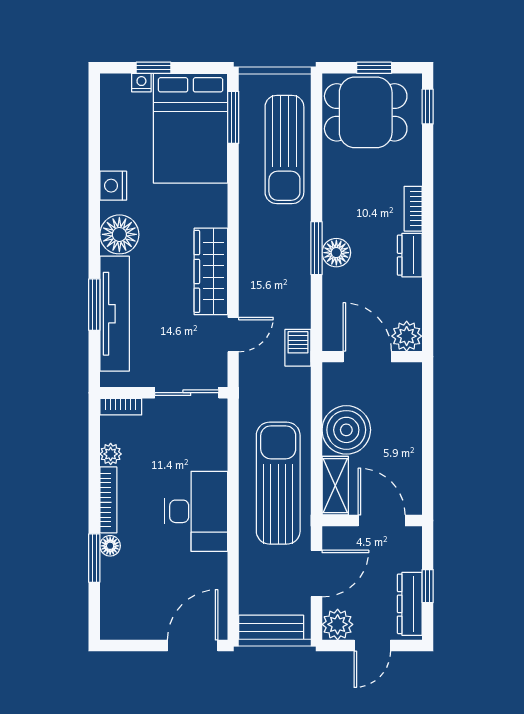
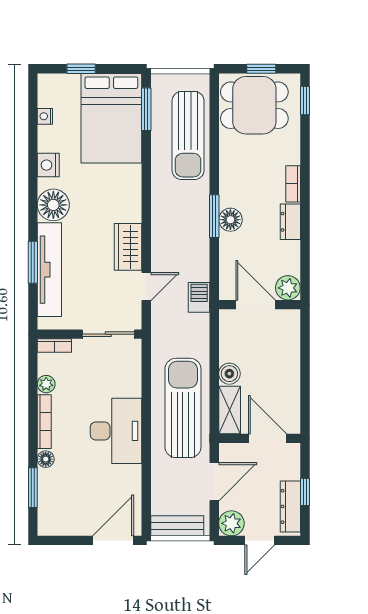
nightstand: (141, 83) -> (45, 116), moved, turned -90
wardrobe: (211, 271) -> (128, 247), width x0.67
boiler: (346, 430) -> (229, 374), width x0.54, depth x0.54
window: (94, 558) -> (33, 488), moved

